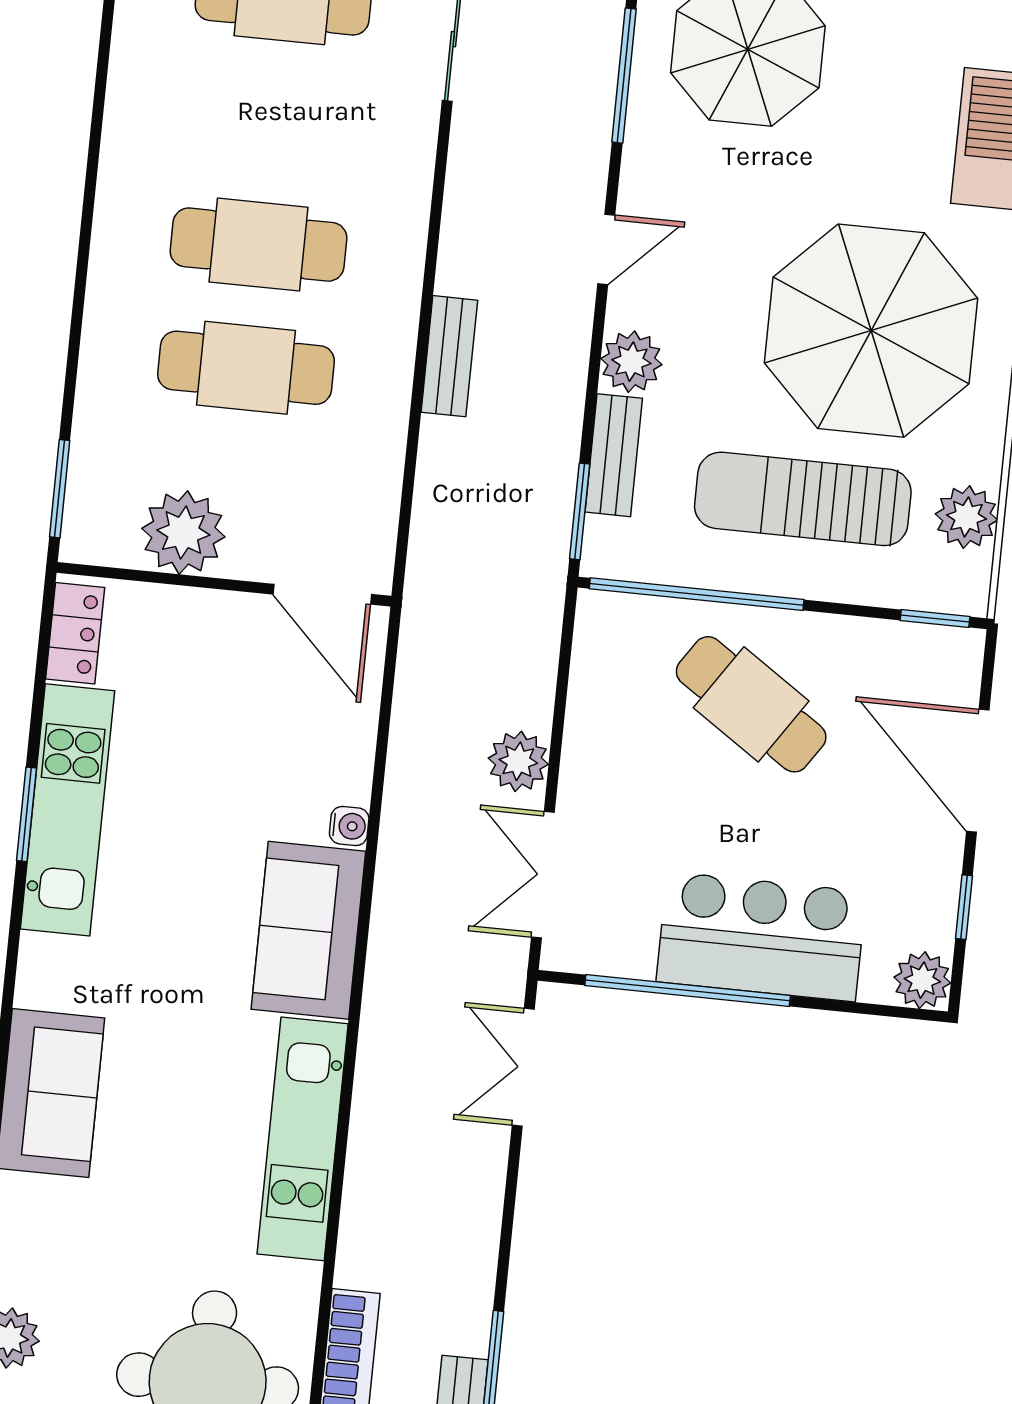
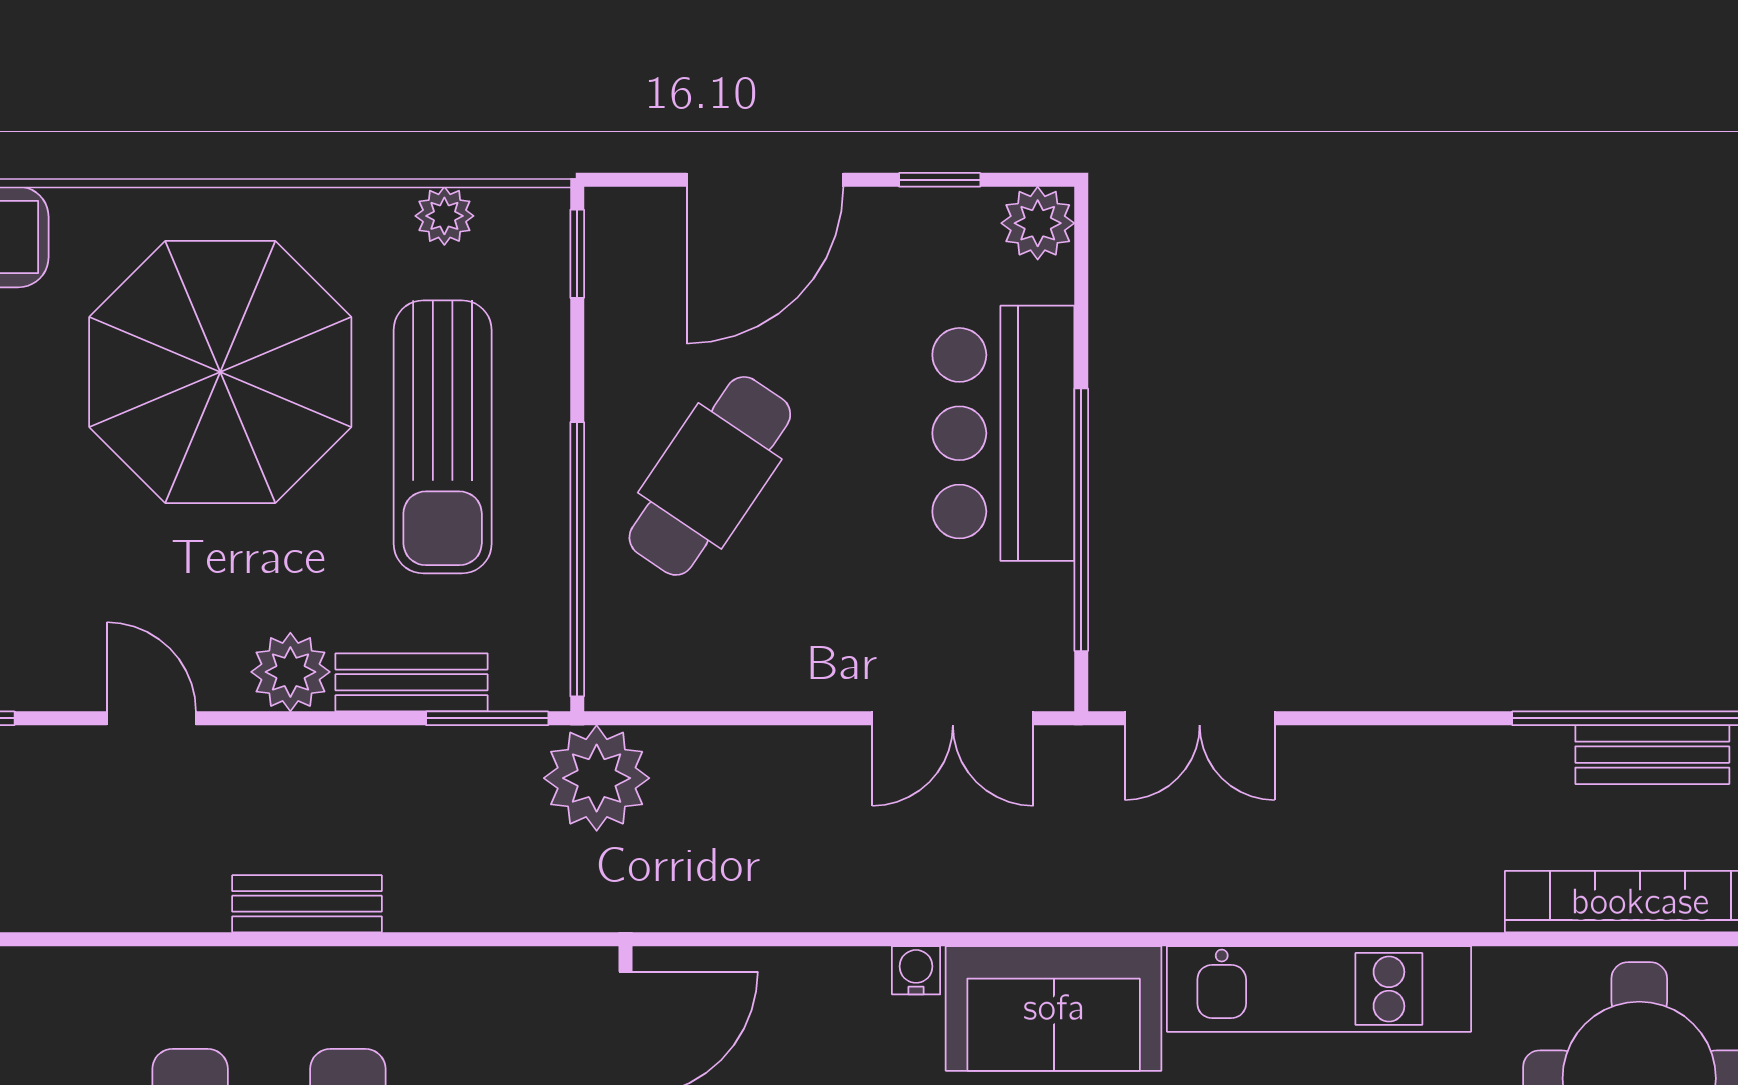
plant: (966, 517) -> (444, 216), width x0.73, depth x0.73
plant: (518, 761) -> (597, 778), moved, width x1.36, depth x1.36

